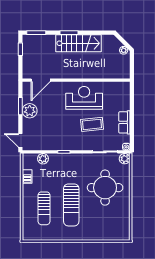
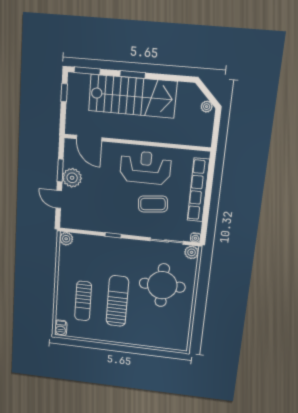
stairs: (78, 43) -> (132, 96), width x1.36, depth x1.51
door: (41, 80) -> (89, 138), hinge flipped
row of seats: (124, 122) -> (198, 190), width x2.02
door: (20, 140) -> (59, 199), moved
plant: (43, 159) -> (66, 239), moved
barbecue: (27, 177) -> (61, 328), moved
sun lounger: (71, 205) -> (117, 301), turned 180

